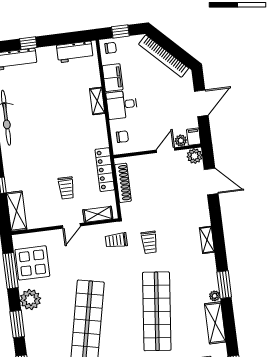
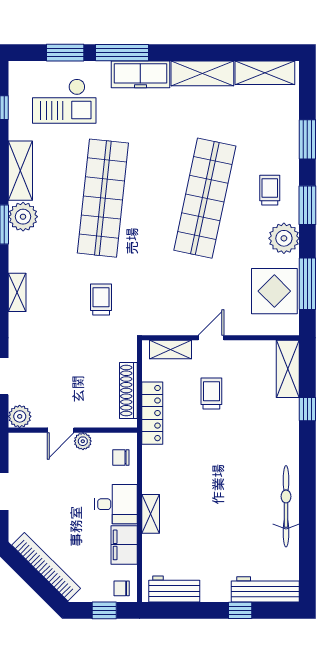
filing cabinet: (194, 137) -> (17, 445), removed
plant: (181, 141) -> (83, 441), moved
trolley: (116, 240) -> (270, 190), moved, turned -90
plant: (215, 296) -> (23, 217), width x1.88, depth x1.88

